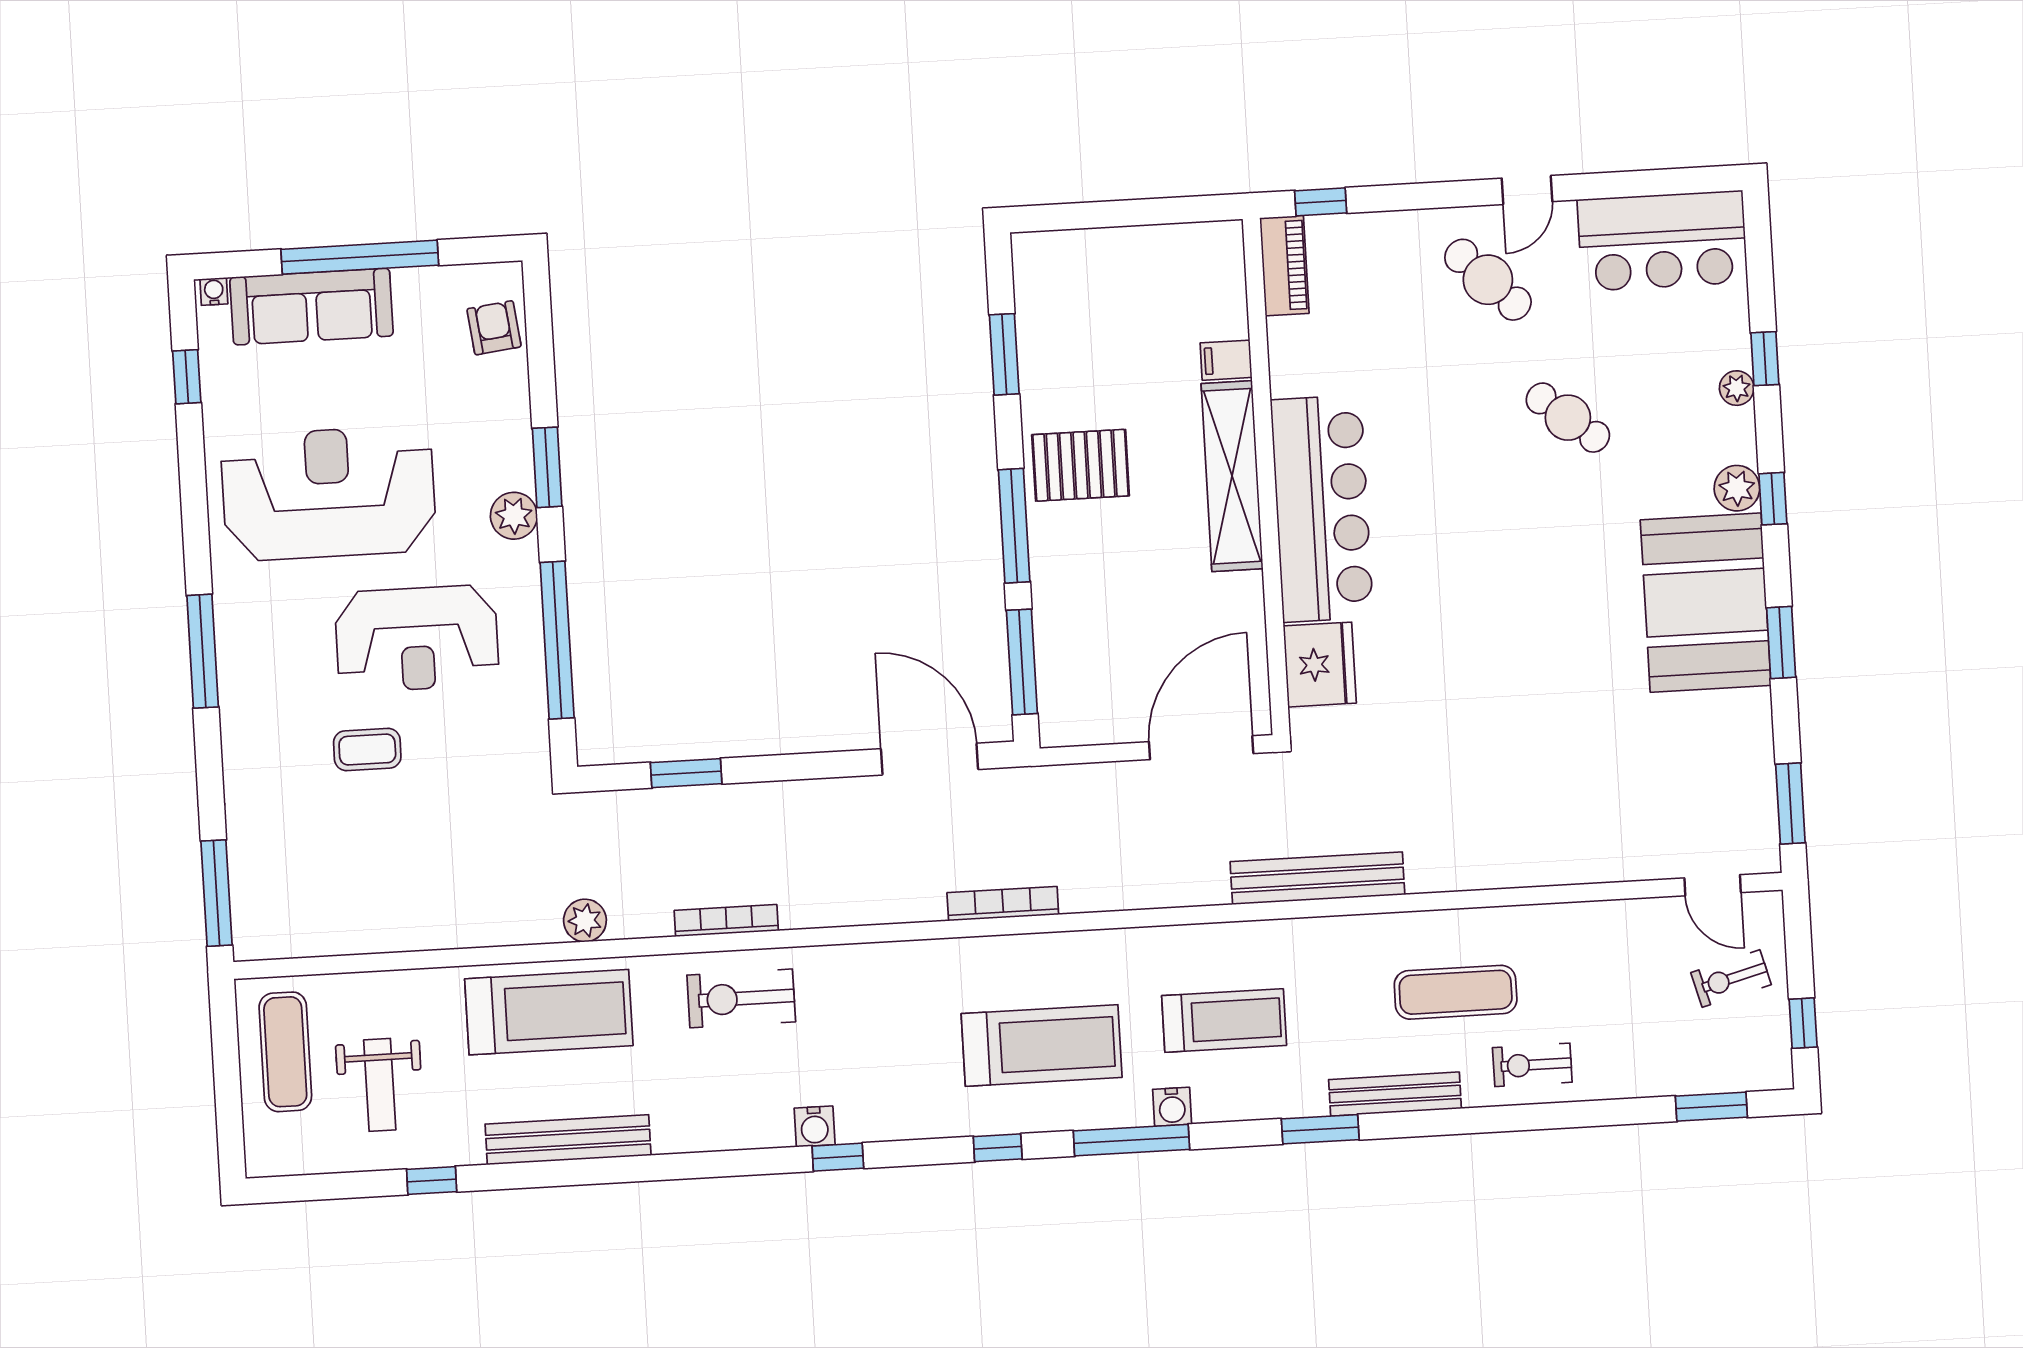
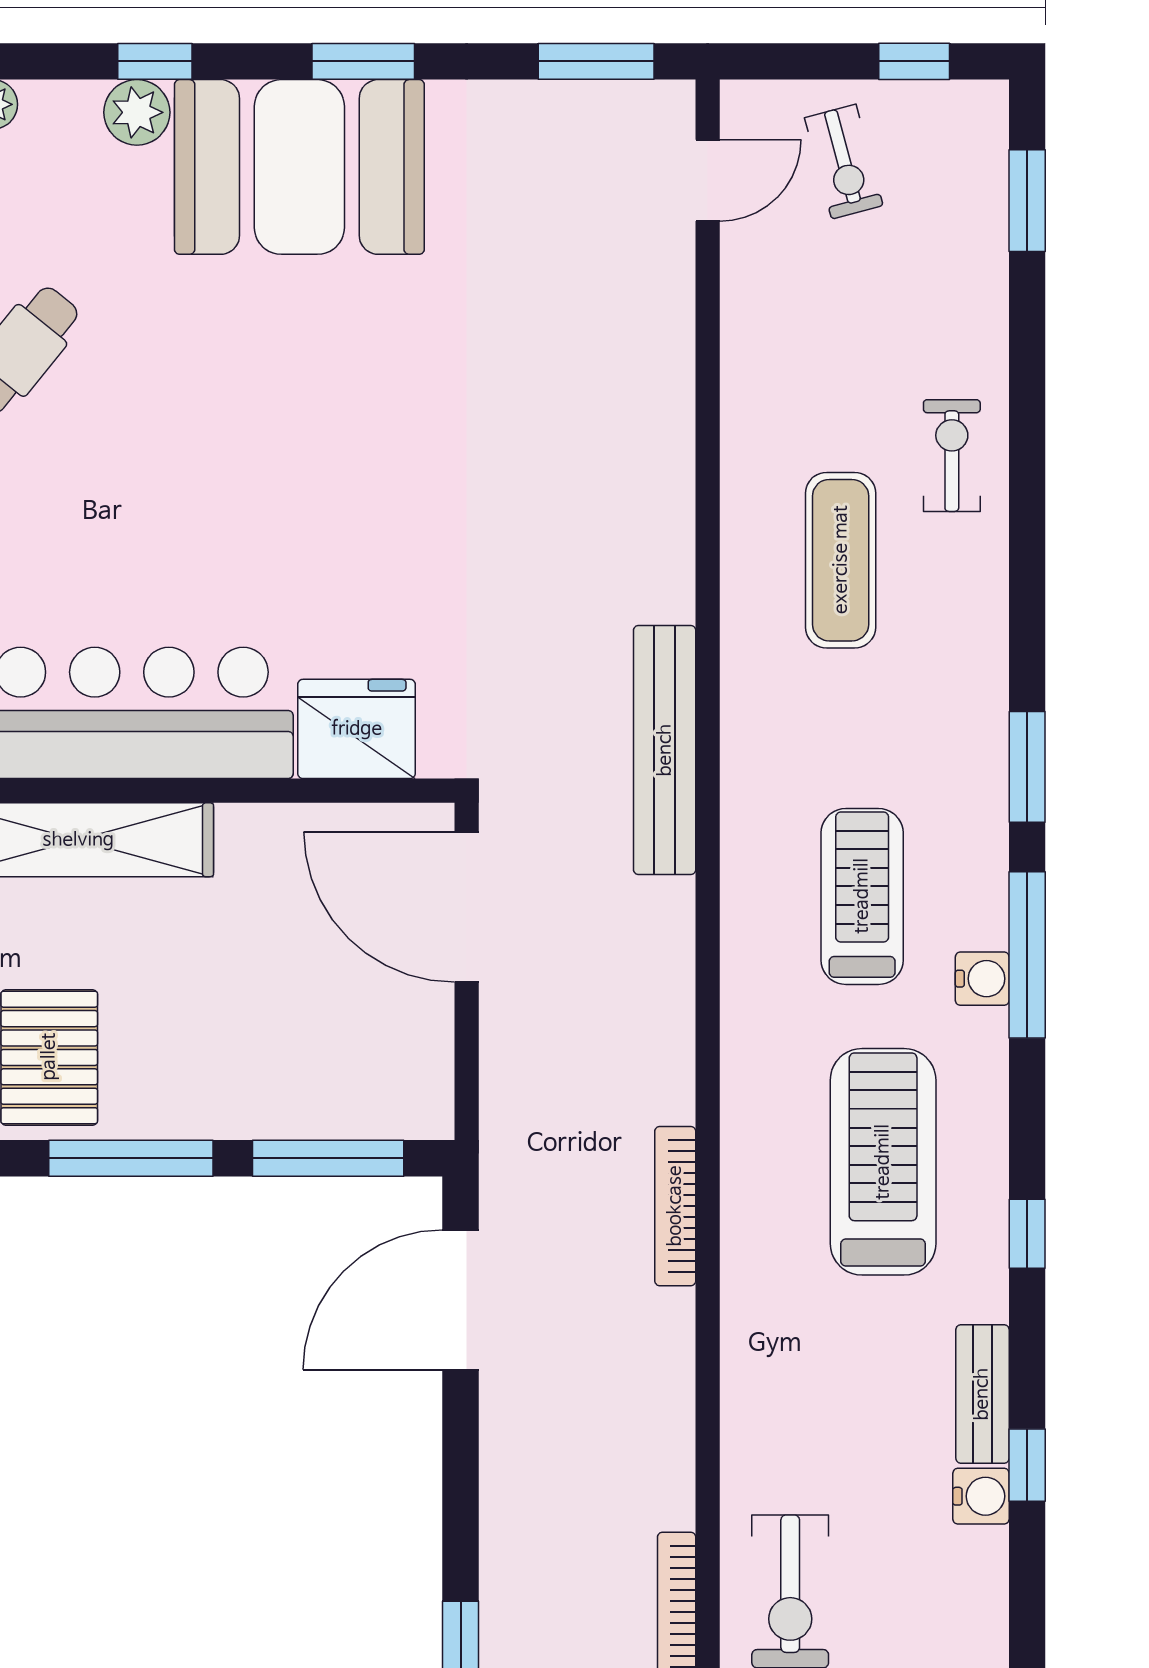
exercise bike: (1532, 1065) -> (952, 456), turned 180
bench: (1395, 1094) -> (982, 1394), moved, width x0.73
window: (1131, 1140) -> (1027, 955), moved

